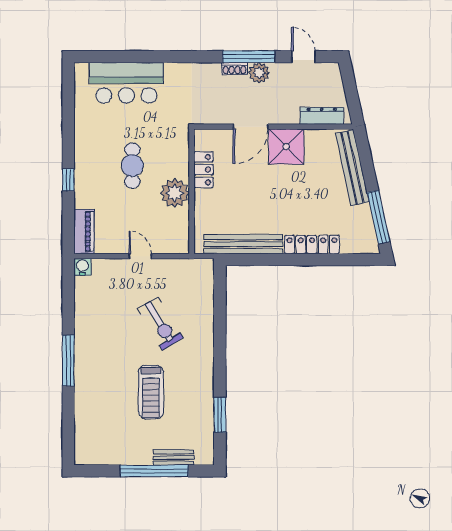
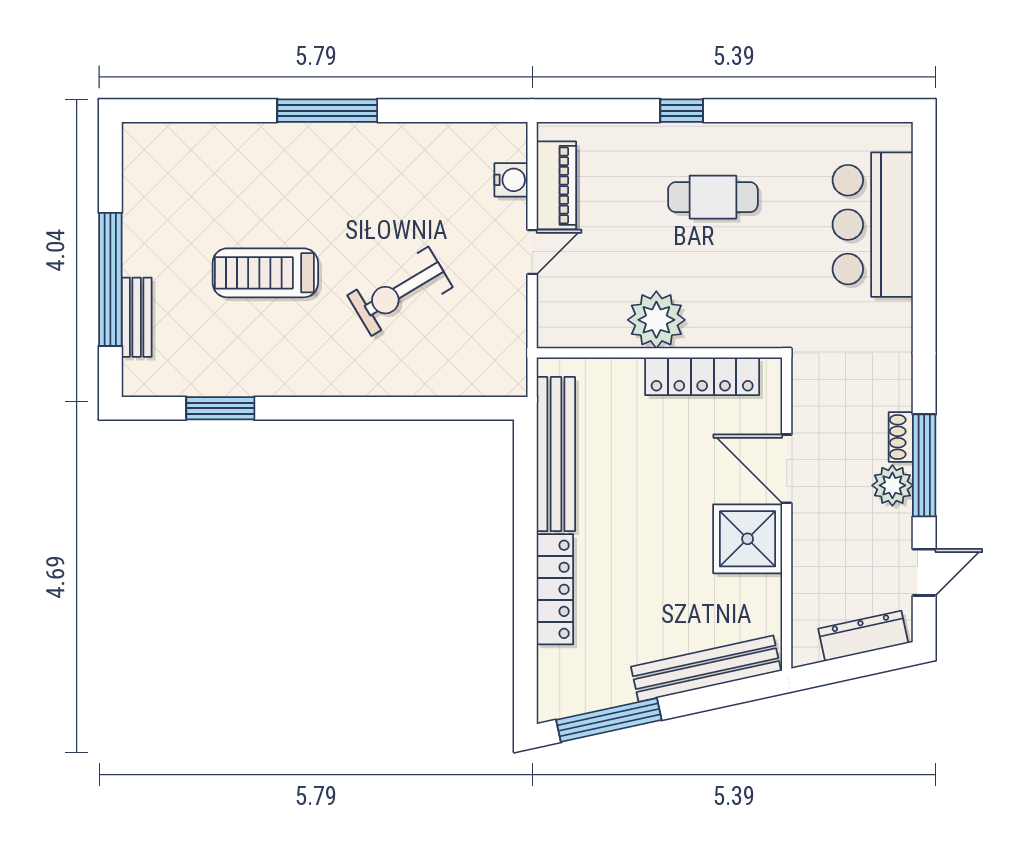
dresser: (322, 116) -> (863, 636), moved, turned -102
cafe table: (132, 166) -> (713, 197), moved
locker: (204, 170) -> (702, 376), width x1.53
piano: (84, 231) -> (556, 185), moved, turned -90
water cooler: (82, 267) -> (511, 180), moved

